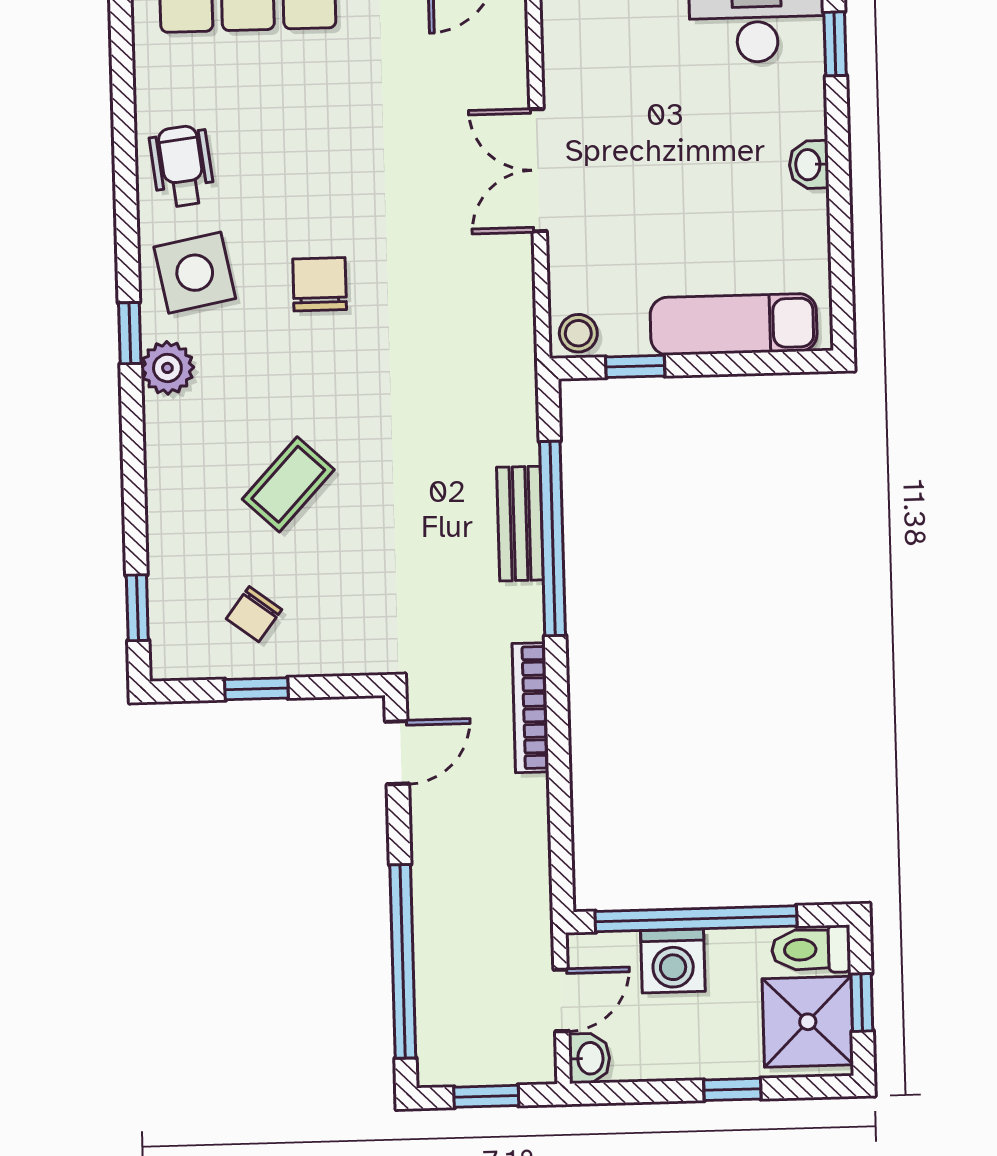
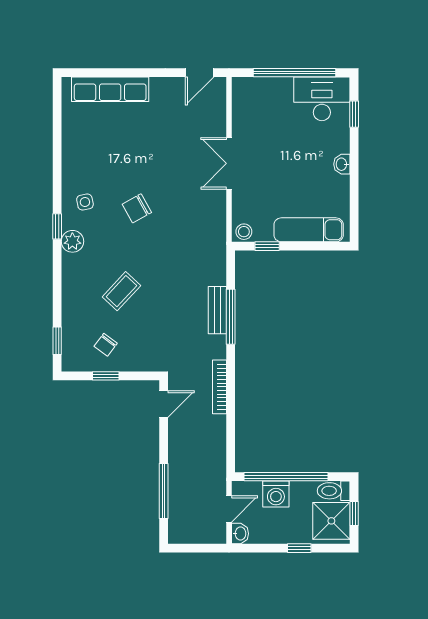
wheelchair: (182, 166) -> (81, 157), removed
side table: (195, 273) -> (85, 202), width x0.54, depth x0.54
chair: (320, 284) -> (137, 208), turned -119
window: (552, 538) -> (231, 317), width x0.68
window: (403, 961) -> (164, 491), width x0.68
window: (486, 1096) -> (197, 548), removed

